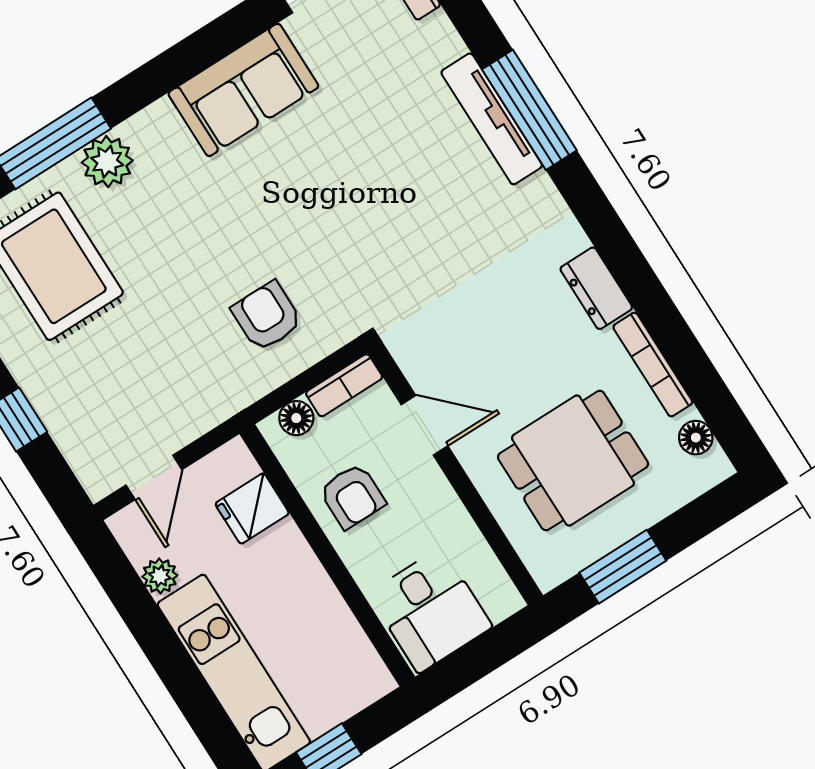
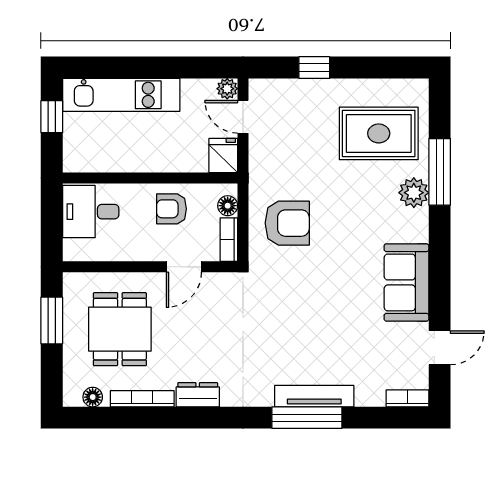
armchair: (267, 316) -> (287, 223), width x1.38, depth x1.38
fridge: (252, 509) -> (223, 155), moved
plant: (160, 576) -> (227, 89), moved

